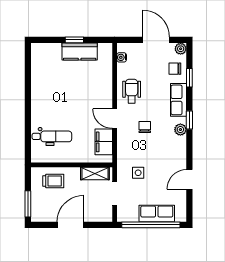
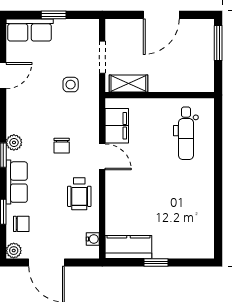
kitchen counter: (80, 51) -> (128, 247), moved
dental chair: (52, 136) -> (186, 133), turned -90
trolley: (53, 181) -> (184, 73), removed
row of seats: (157, 214) -> (30, 30), moved
window: (151, 225) -> (54, 15), width x0.32

